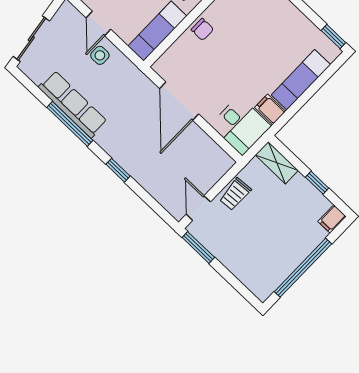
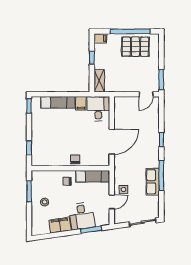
row of seats: (73, 104) -> (153, 182), width x0.68
trolley: (235, 194) -> (127, 85), removed
pallet: (276, 255) -> (135, 47), added

